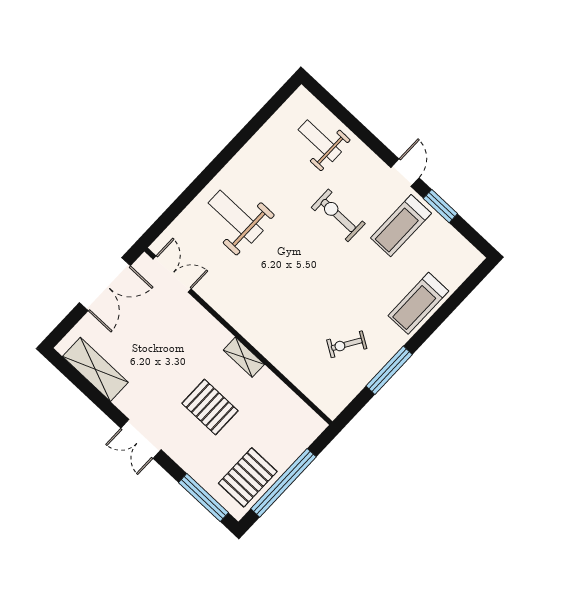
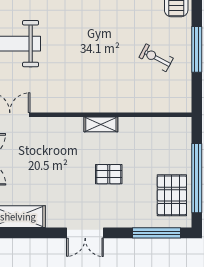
exercise bike: (347, 344) -> (156, 58), turned 86
pallet: (210, 407) -> (109, 174), width x0.67, depth x0.71

